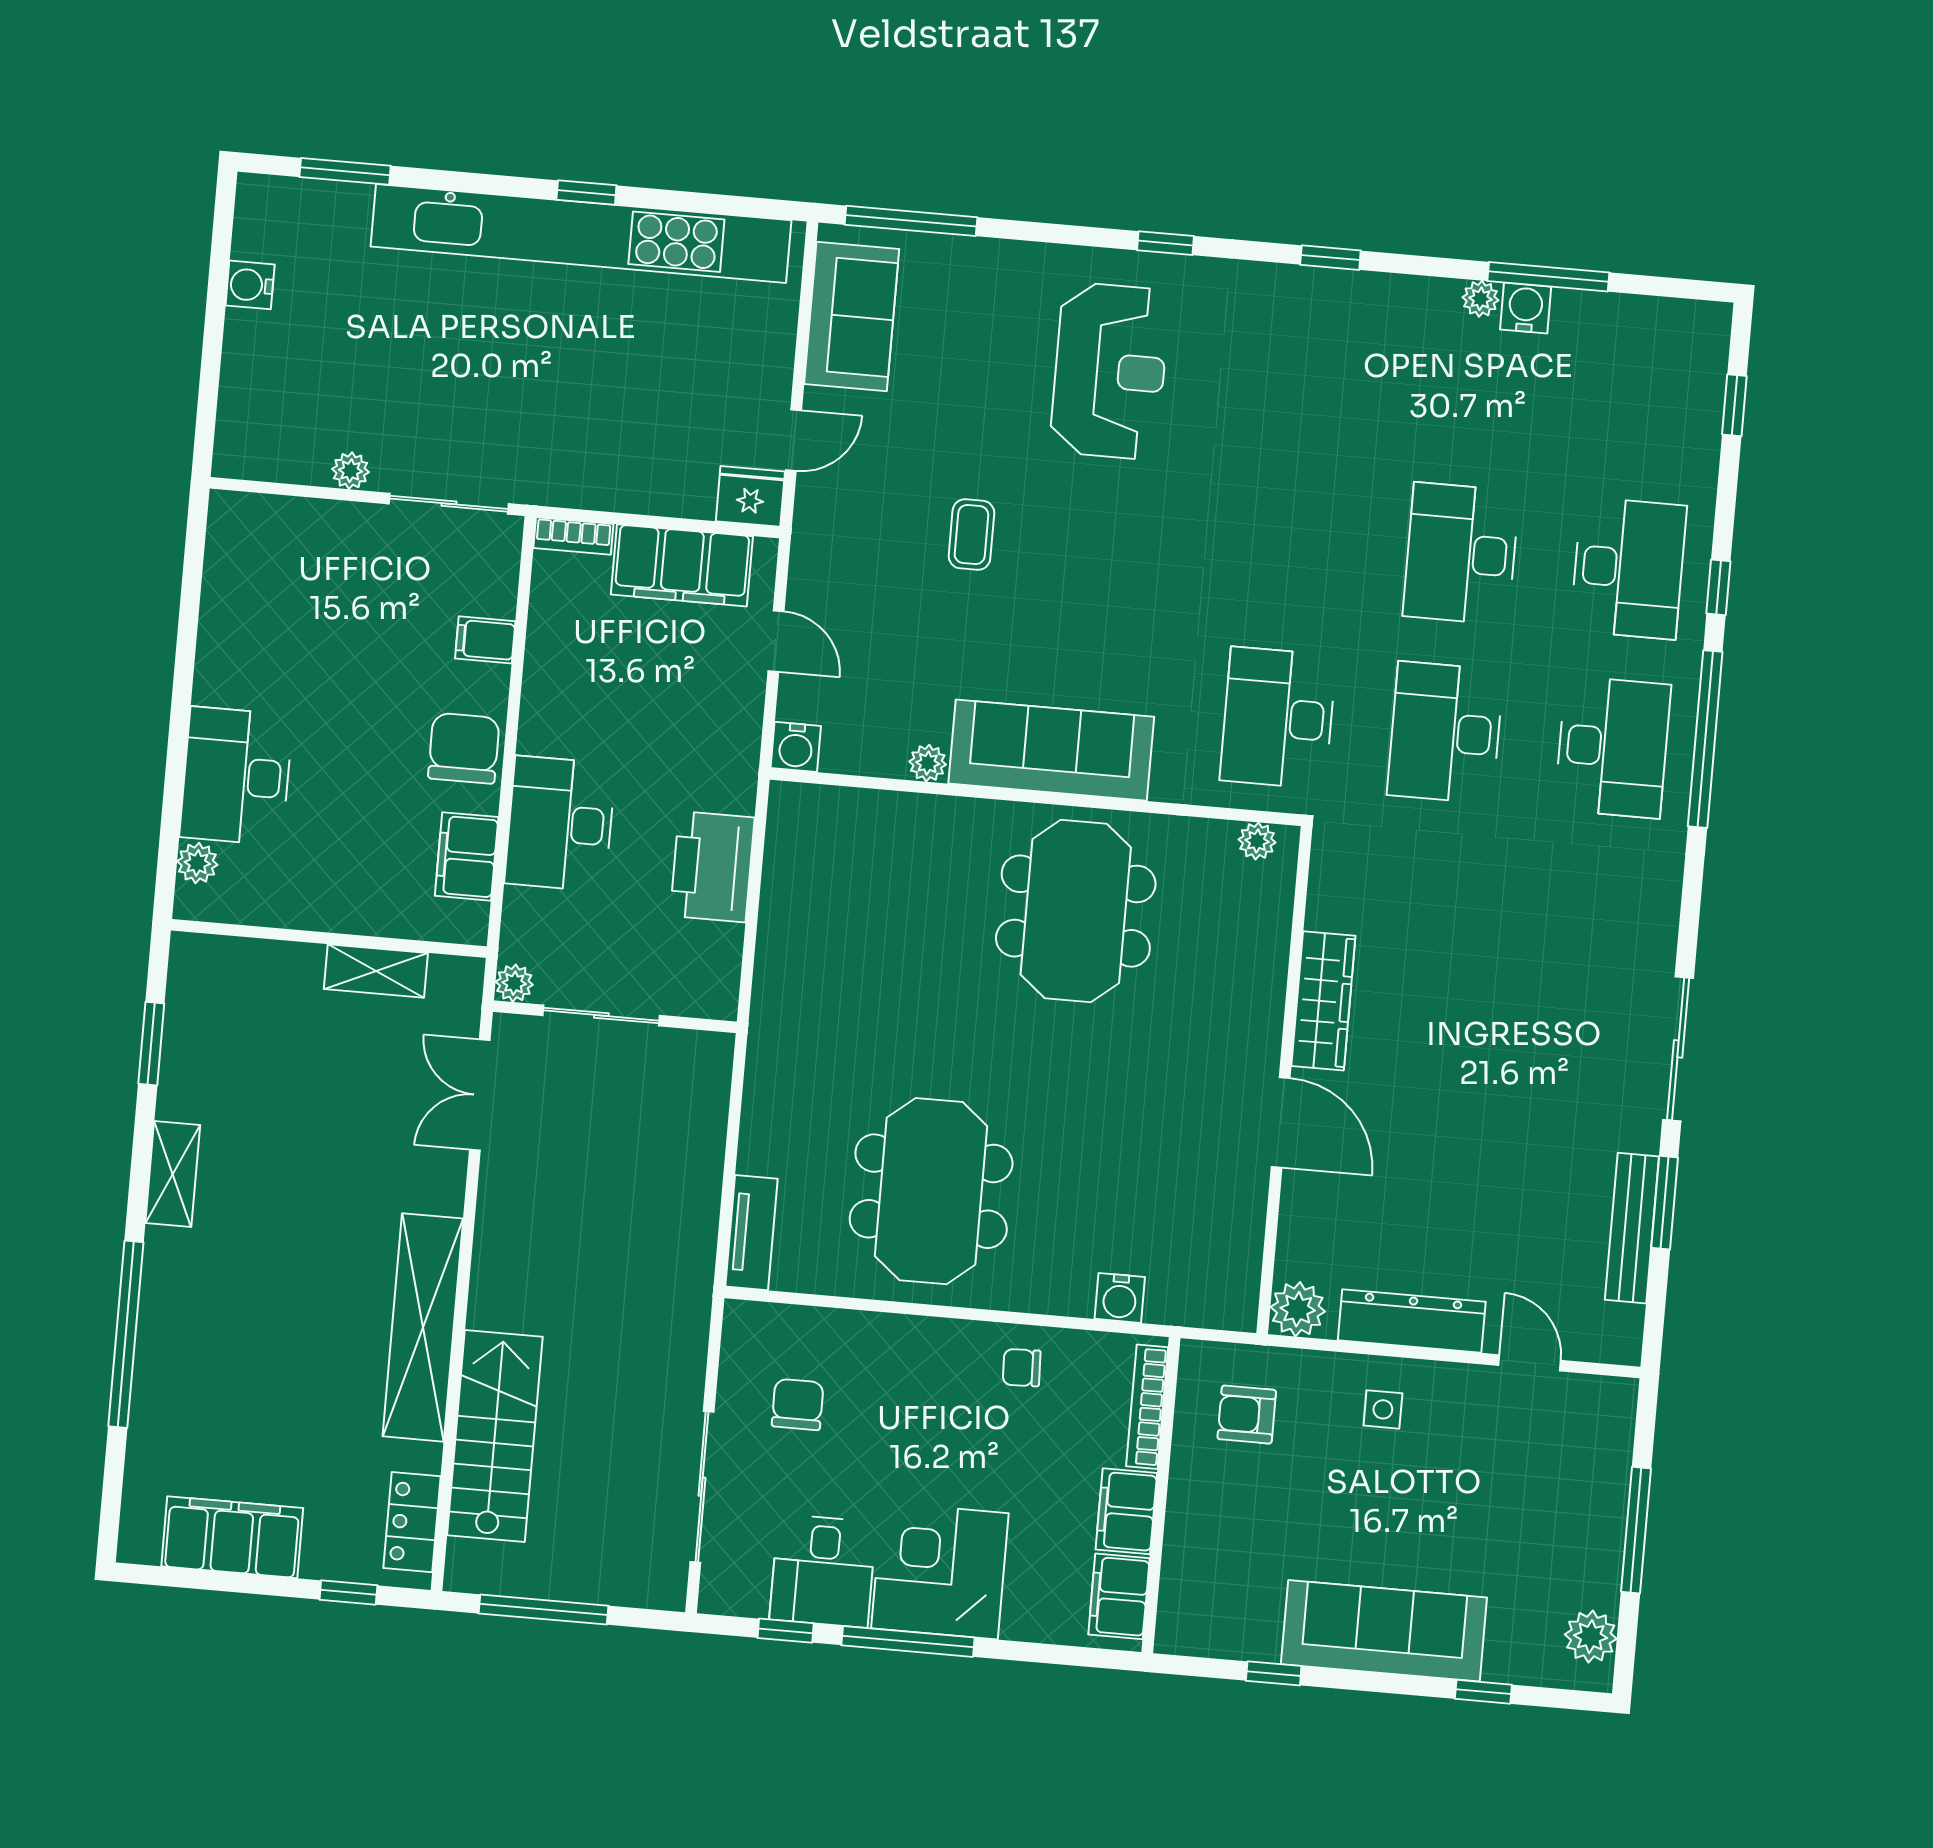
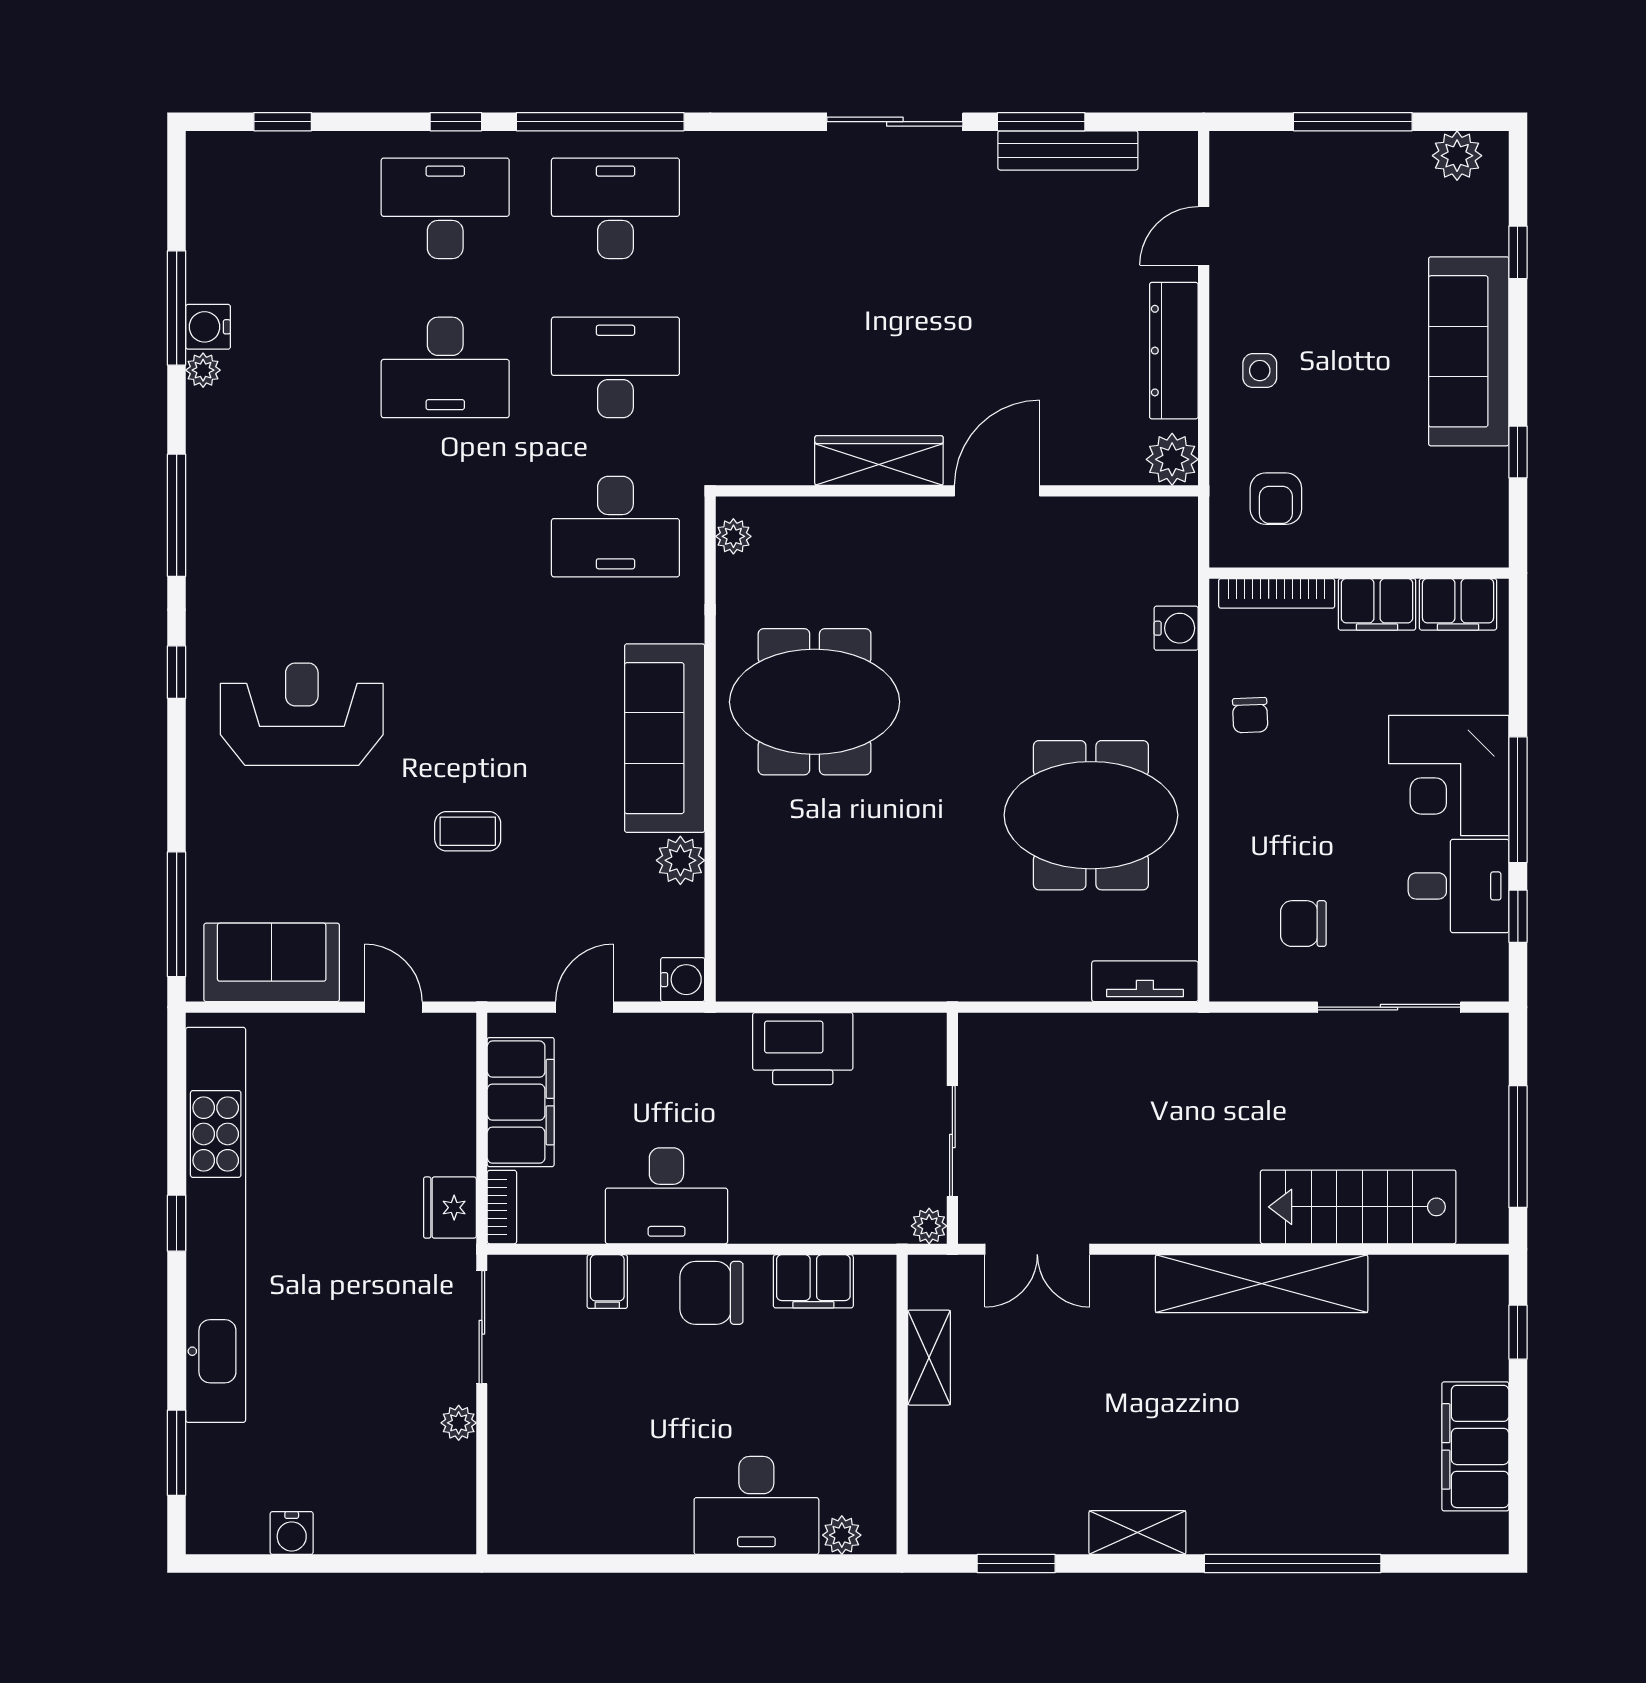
window: (1330, 258) -> (177, 515), width x2.17
fridge: (750, 496) -> (450, 1208), moved
desk: (1445, 733) -> (615, 367), turned 180
plant: (928, 763) -> (680, 860), width x1.38, depth x1.38
desk: (560, 824) -> (666, 1196), moved
locker: (412, 1522) -> (1446, 1278), removed

